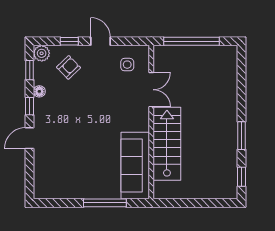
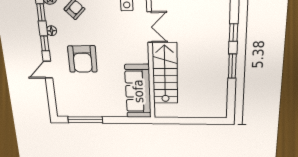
armchair: (72, 125) -> (82, 59), added
window: (242, 177) -> (233, 33), moved
window: (105, 203) -> (85, 120), moved

